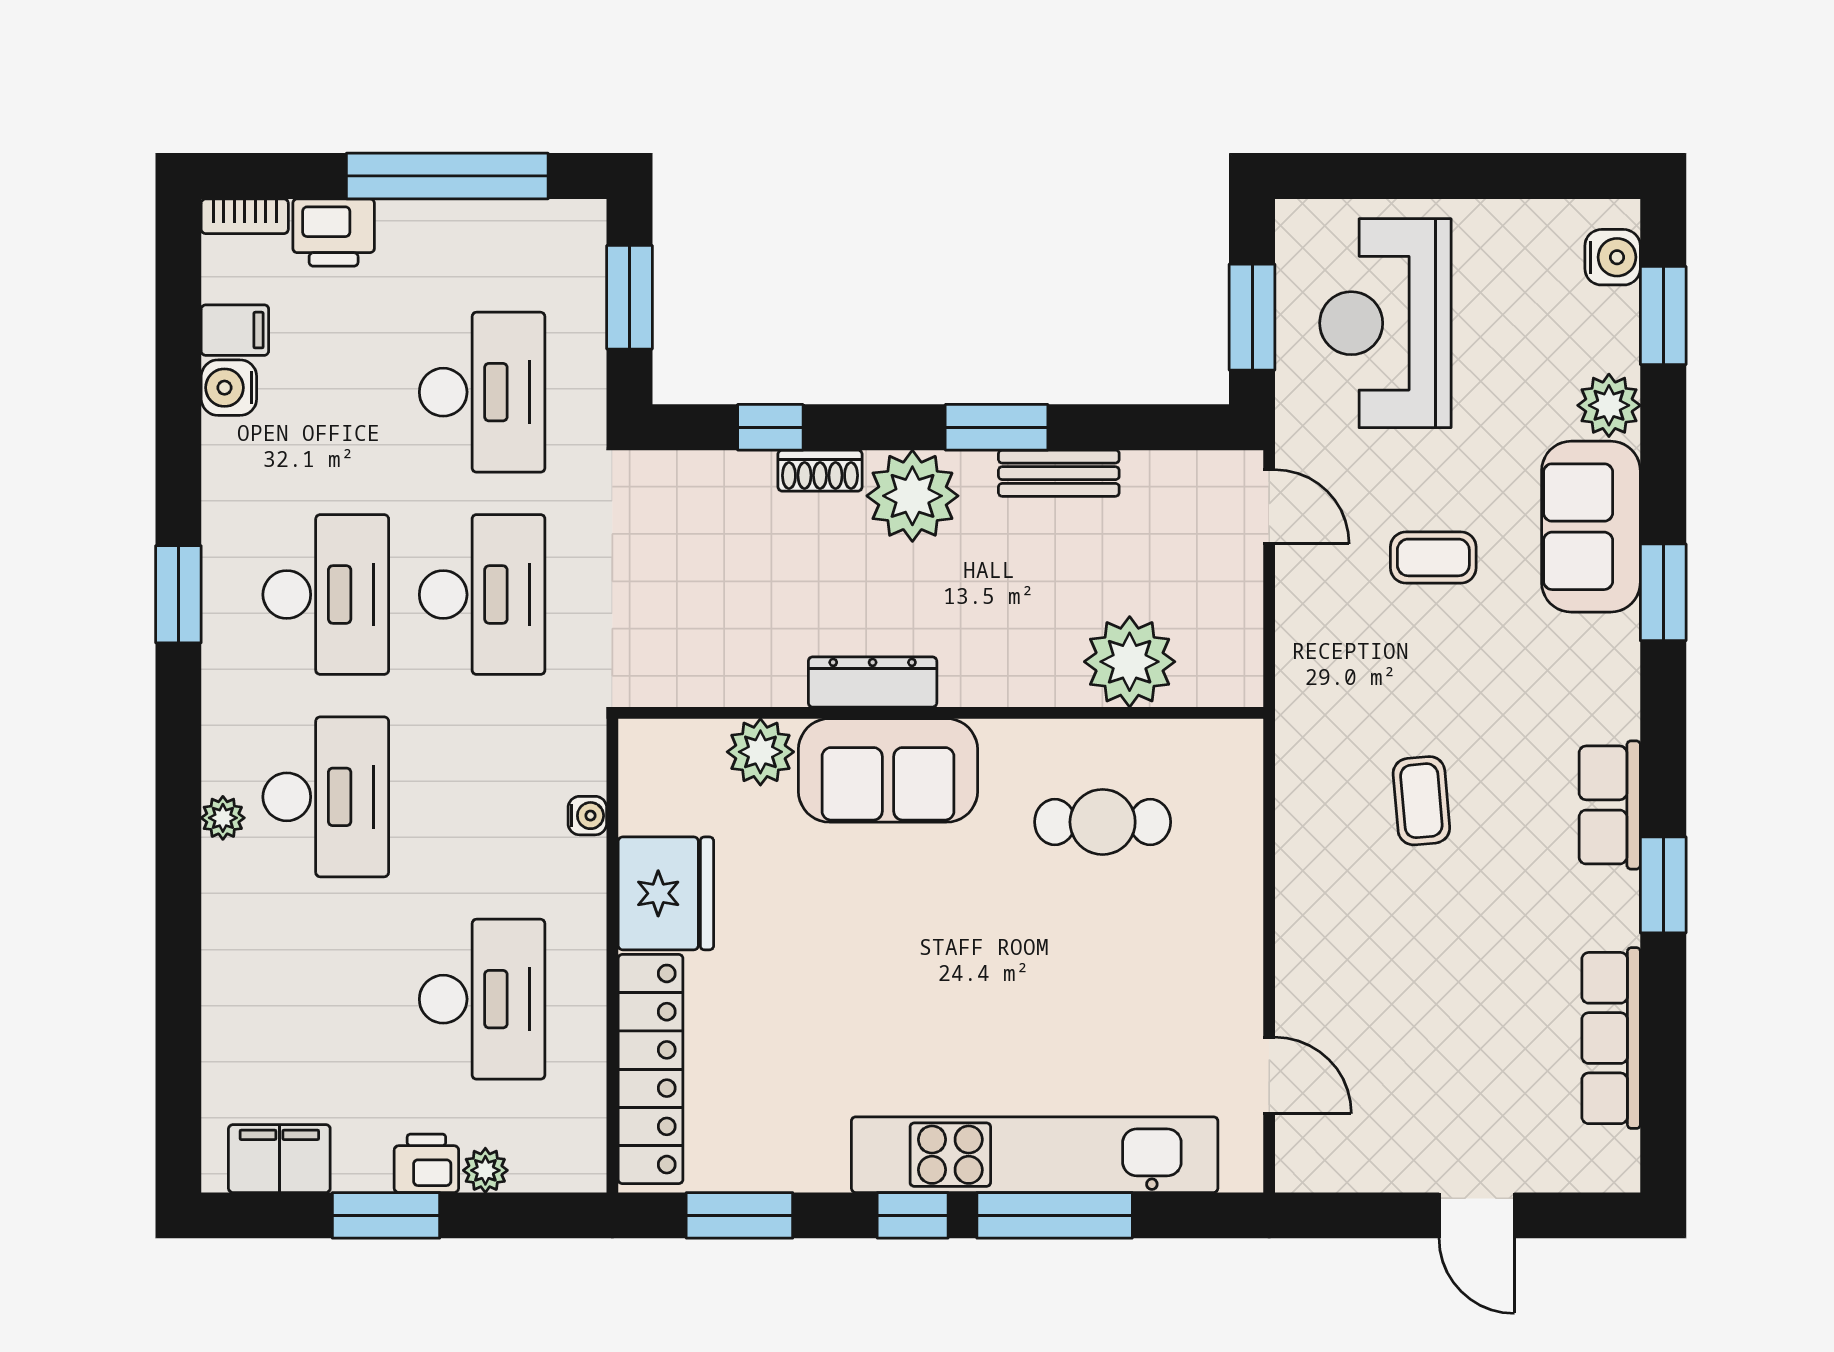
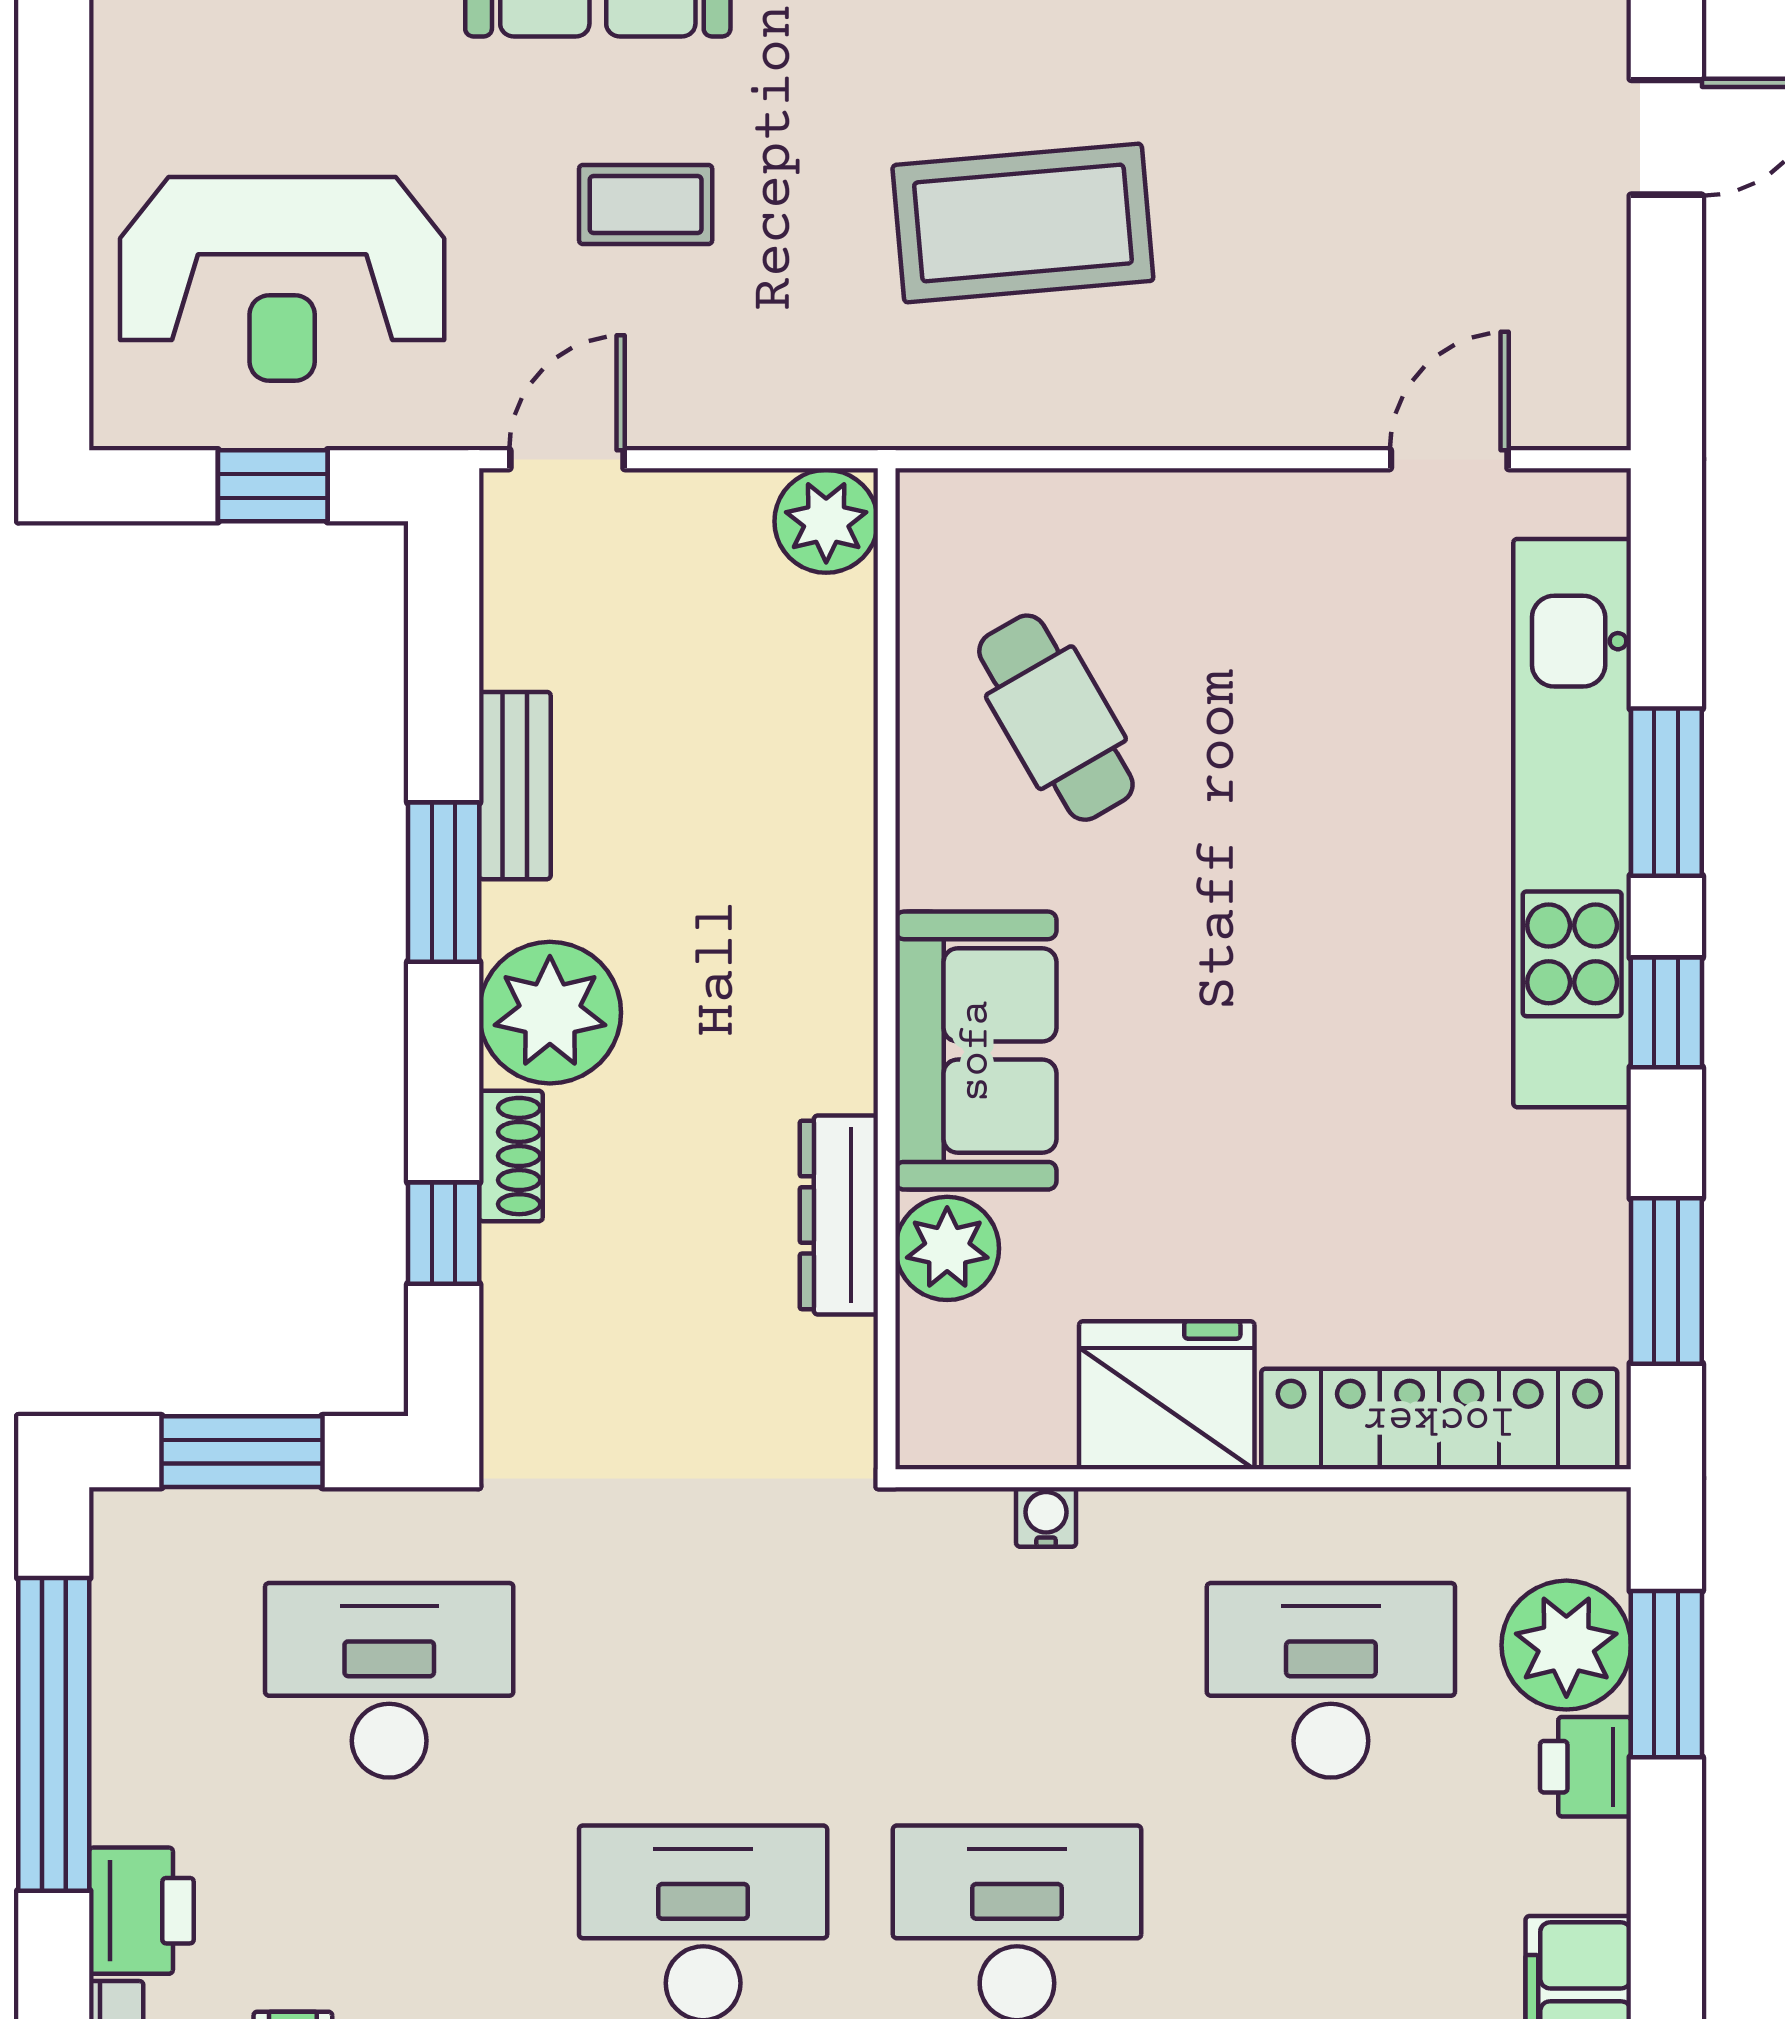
window: (1252, 317) -> (273, 486), width x0.67
coffee table: (1433, 557) -> (646, 205), turned 90
desk: (482, 595) -> (703, 1680), removed
plant: (1130, 662) -> (826, 521), moved, width x0.73, depth x0.73
dresser: (873, 682) -> (839, 1215), moved
coffee table: (1421, 801) -> (1023, 223), width x1.86, depth x1.72
cafe table: (1103, 822) -> (1056, 718), turned -30
plant: (485, 1170) -> (1566, 1645), width x1.88, depth x1.88
window: (386, 1215) -> (1666, 1674), moved
window: (1055, 1215) -> (1666, 792), width x0.69

